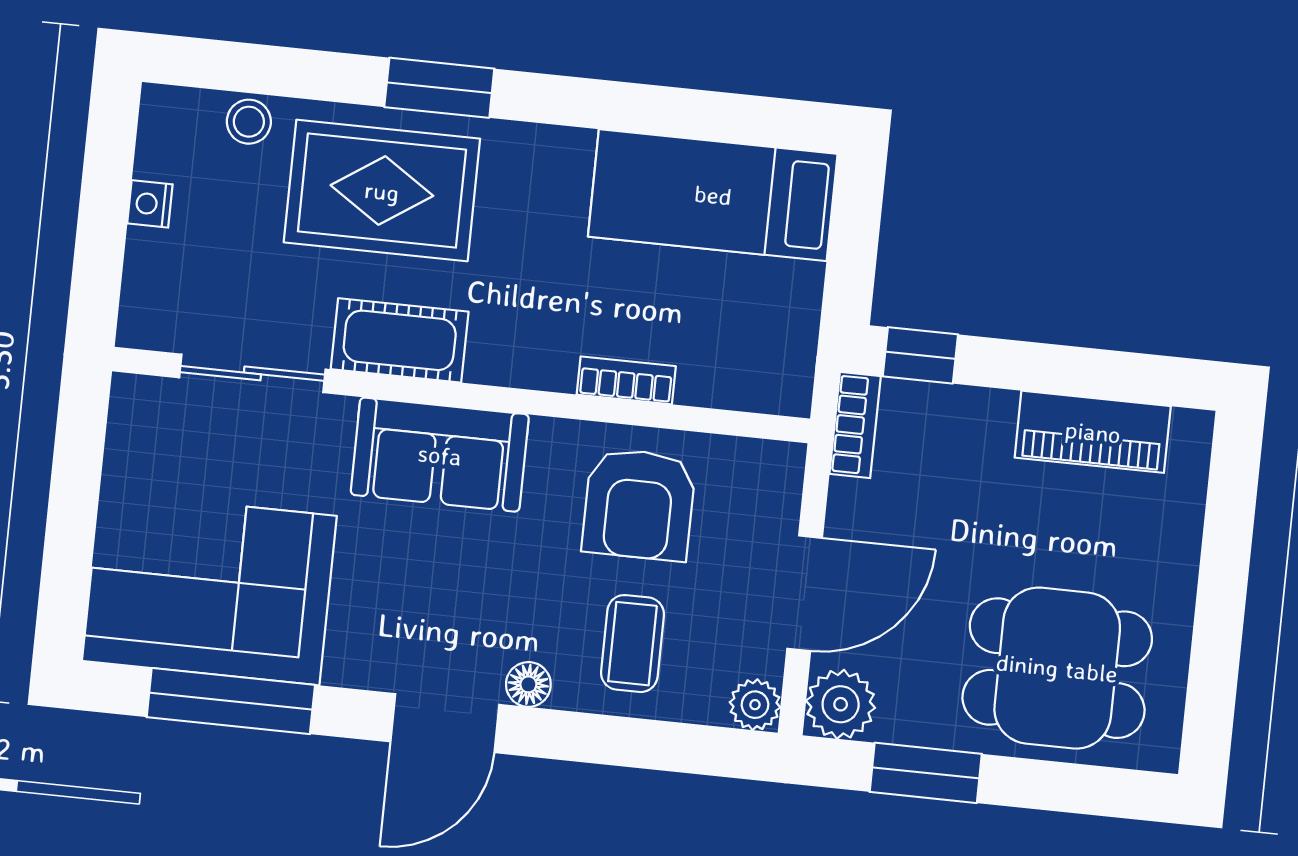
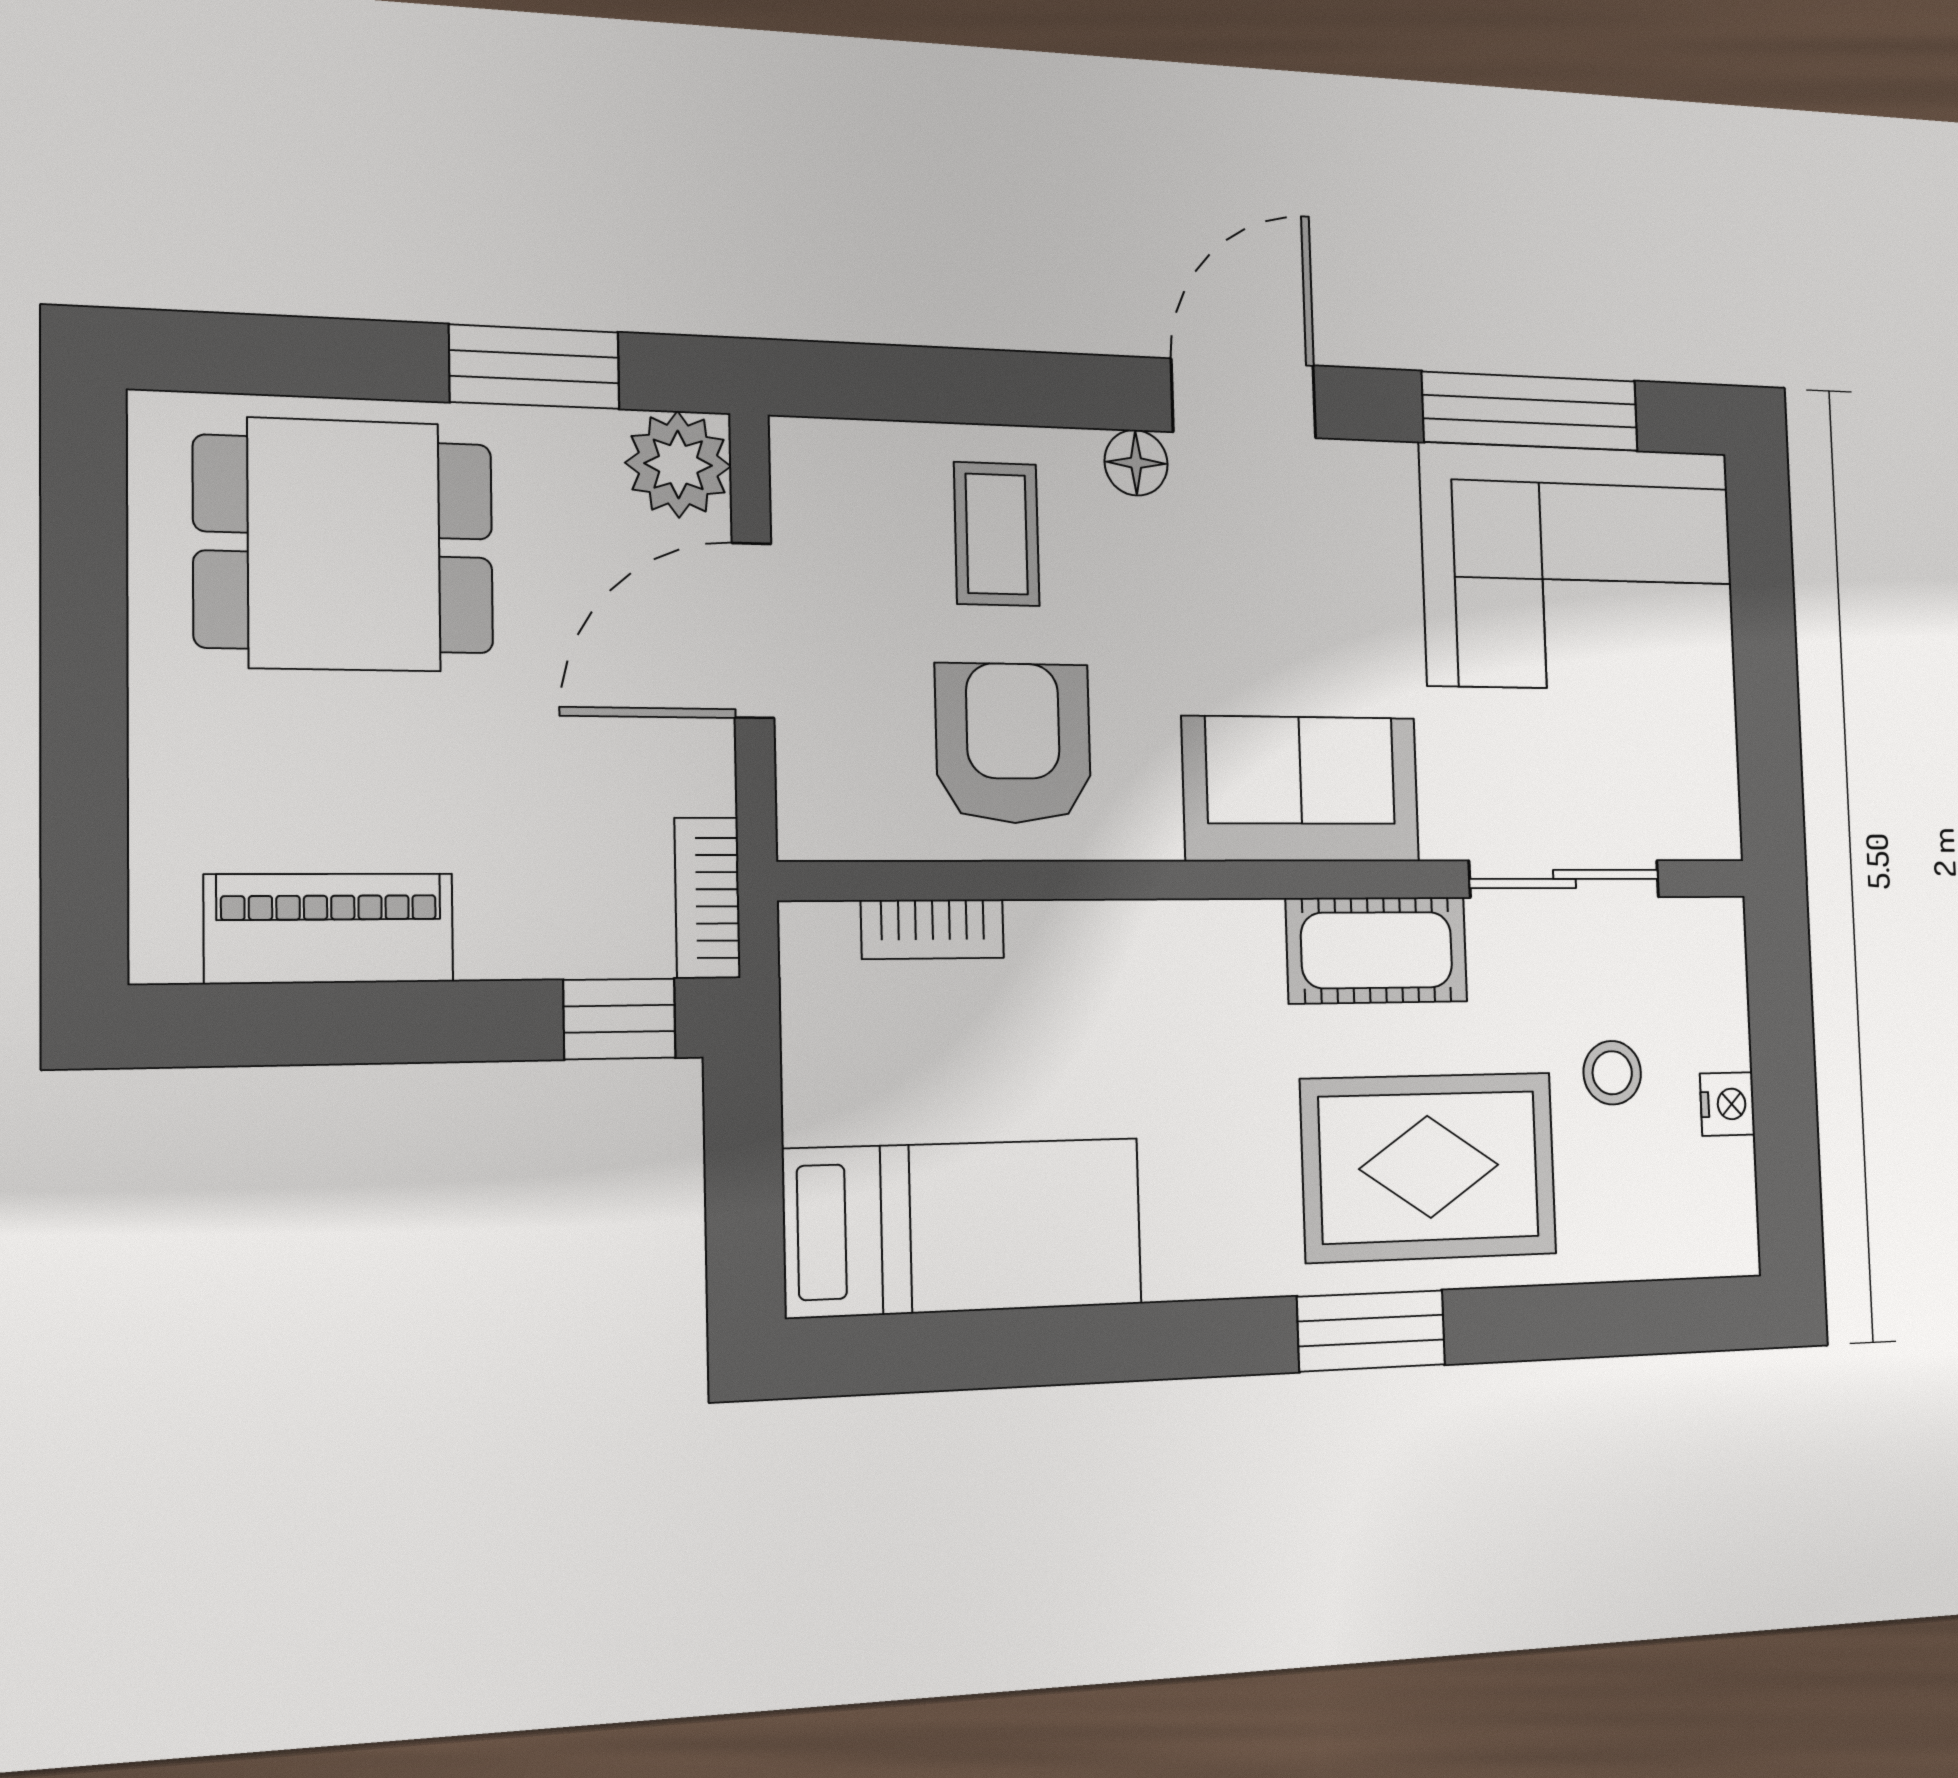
stool: (249, 122) -> (1612, 1073), moved
bookcase: (626, 380) -> (933, 929), moved
plant: (755, 705) -> (807, 455), removed

